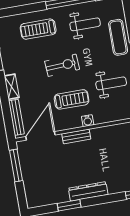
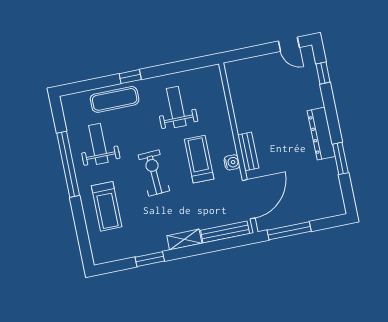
water cooler: (88, 121) -> (232, 162), moved
door: (41, 136) -> (249, 199), swing flipped

